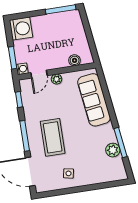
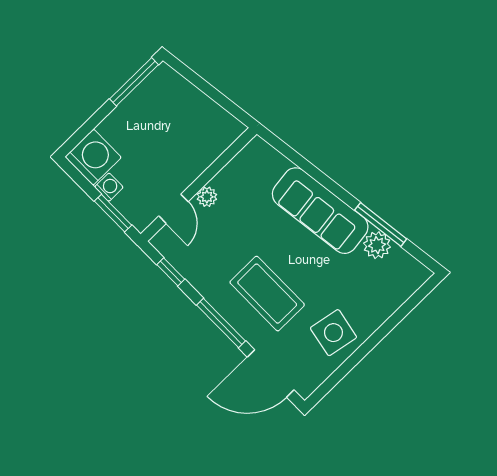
boiler: (75, 60) -> (214, 147), removed
washing machine: (22, 69) -> (109, 187), moved
sofa: (94, 100) -> (320, 211), moved
side table: (69, 173) -> (333, 333), width x1.87, depth x1.87

